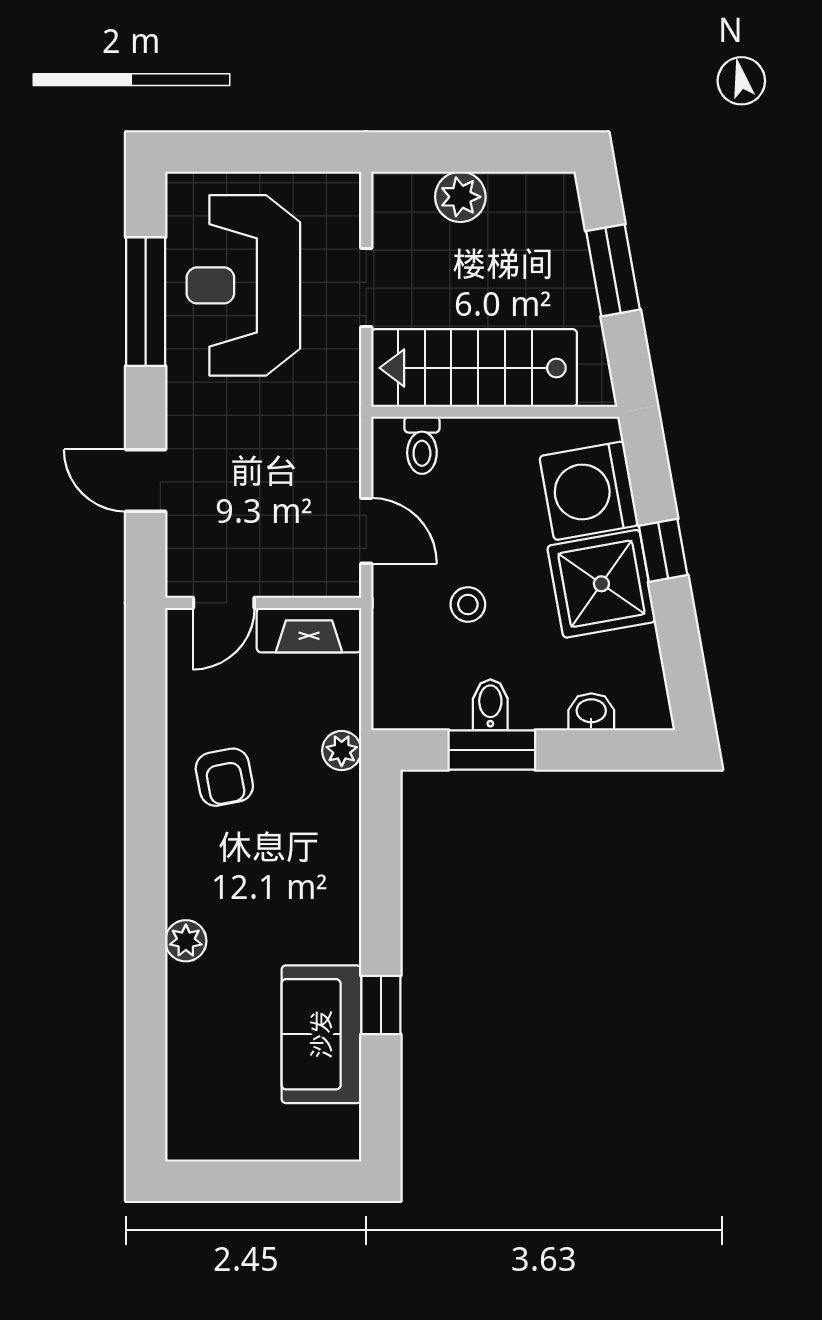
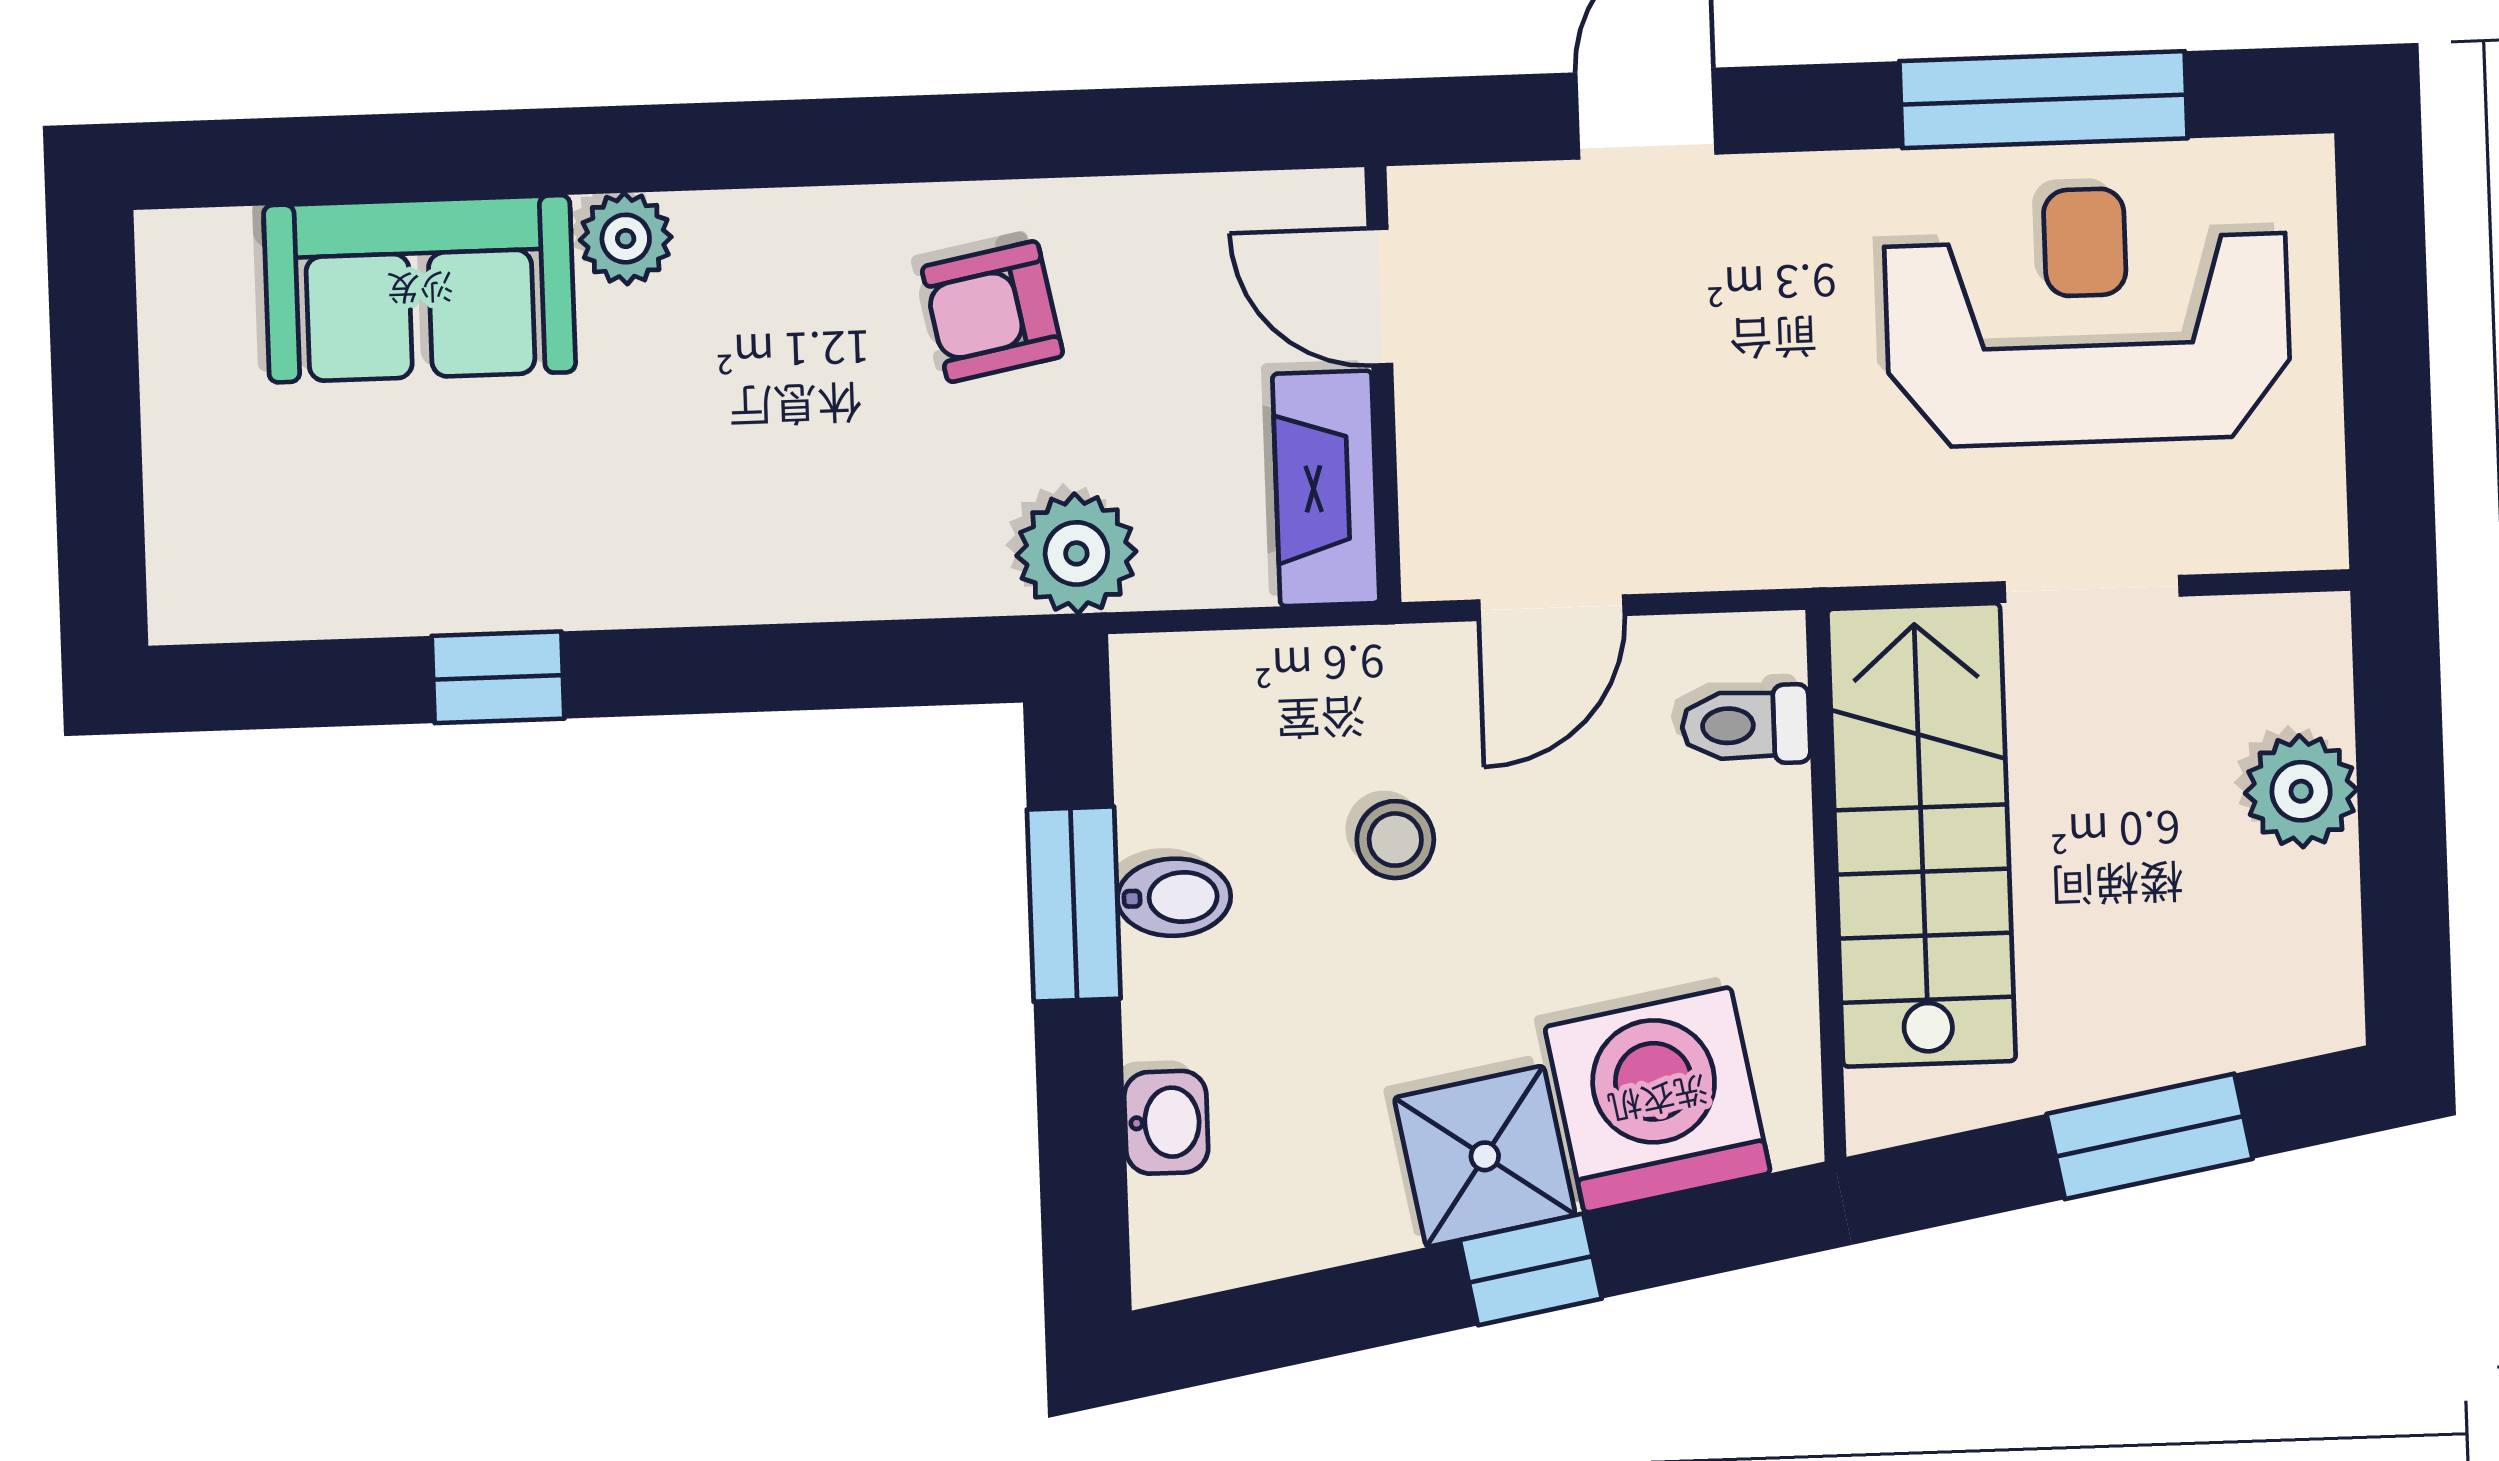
shower: (601, 584) -> (1485, 1156), width x0.73, depth x0.73
plant: (342, 751) -> (1076, 553), width x1.38, depth x1.38
sofa: (321, 1034) -> (420, 289), moved, turned 180

